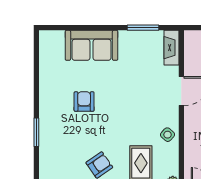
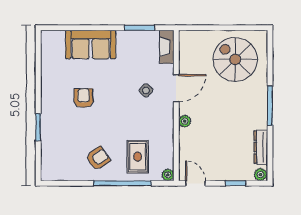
plant: (190, 126) -> (185, 121), added
side table: (168, 135) -> (146, 90), moved

